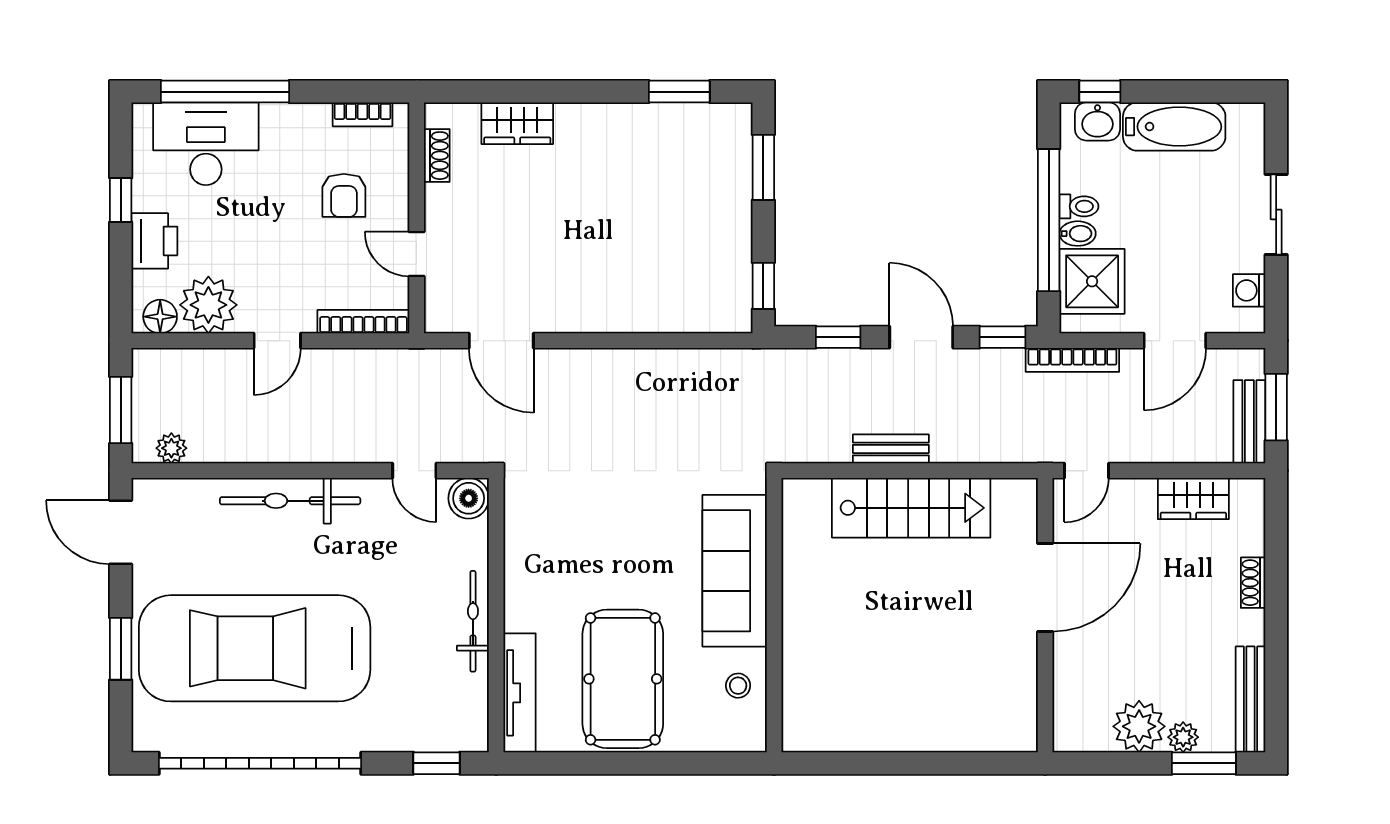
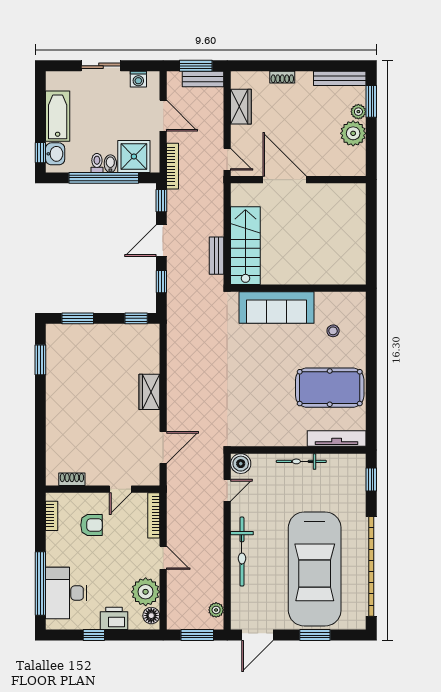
wardrobe: (517, 123) -> (149, 392), moved, turned 180
sofa: (735, 571) -> (276, 308), moved
wall: (774, 615) -> (298, 288), moved

